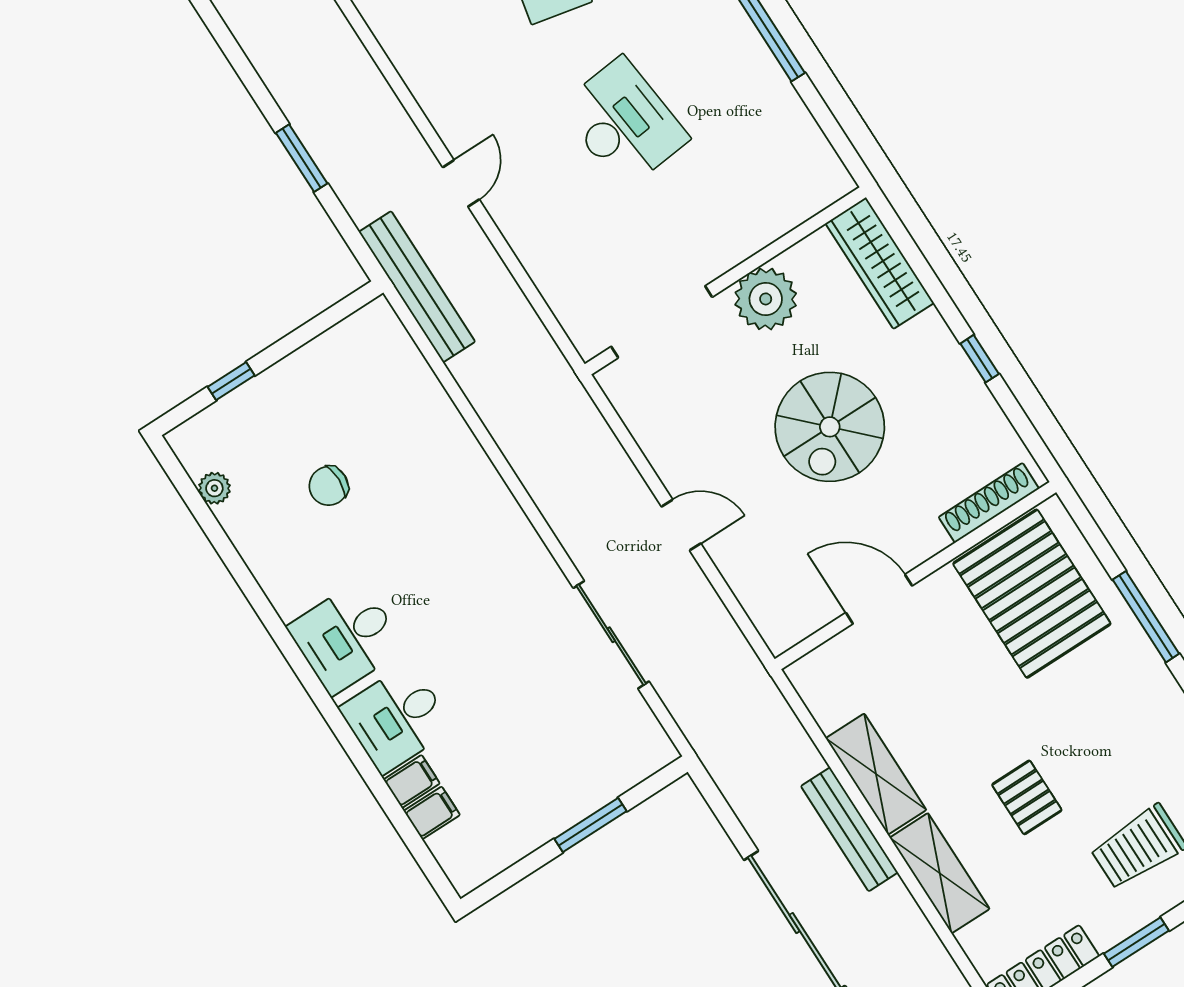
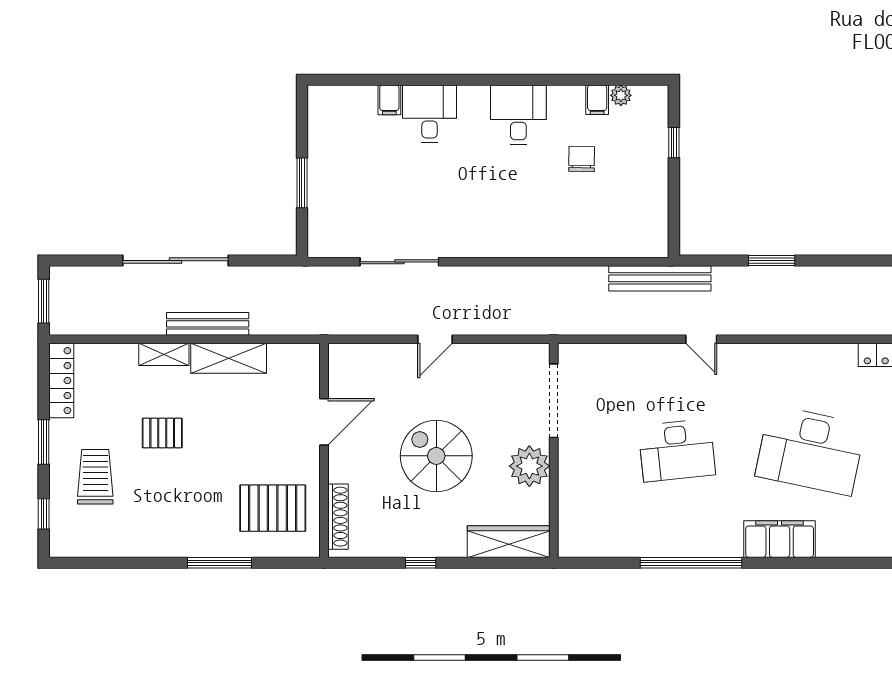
pallet: (1032, 594) -> (273, 508), width x0.73, depth x0.71
desk: (346, 638) -> (518, 115), moved
filing cabinet: (432, 813) -> (597, 100), moved
shelving: (940, 873) -> (164, 354), width x0.67, depth x0.75

